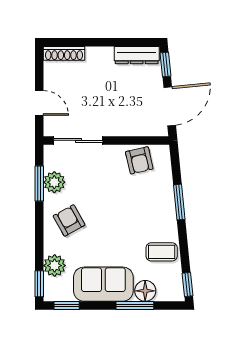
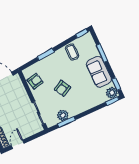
door: (39, 103) -> (18, 144), moved
armchair: (69, 220) -> (62, 88), moved
plant: (55, 266) -> (112, 93), moved
floor lamp: (145, 291) -> (93, 51), removed

